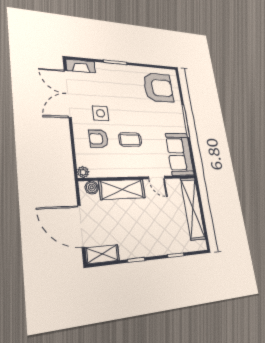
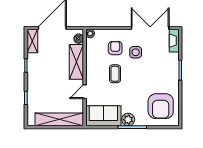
plant: (179, 125) -> (128, 120), added

